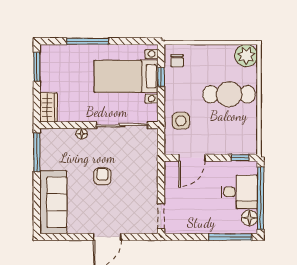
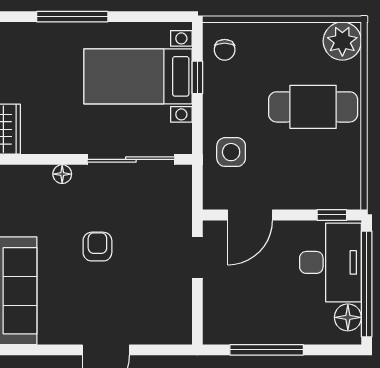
desk: (239, 192) -> (330, 262), width x1.37
doorway: (161, 216) -> (197, 257), moved
window: (230, 237) -> (267, 350), moved

